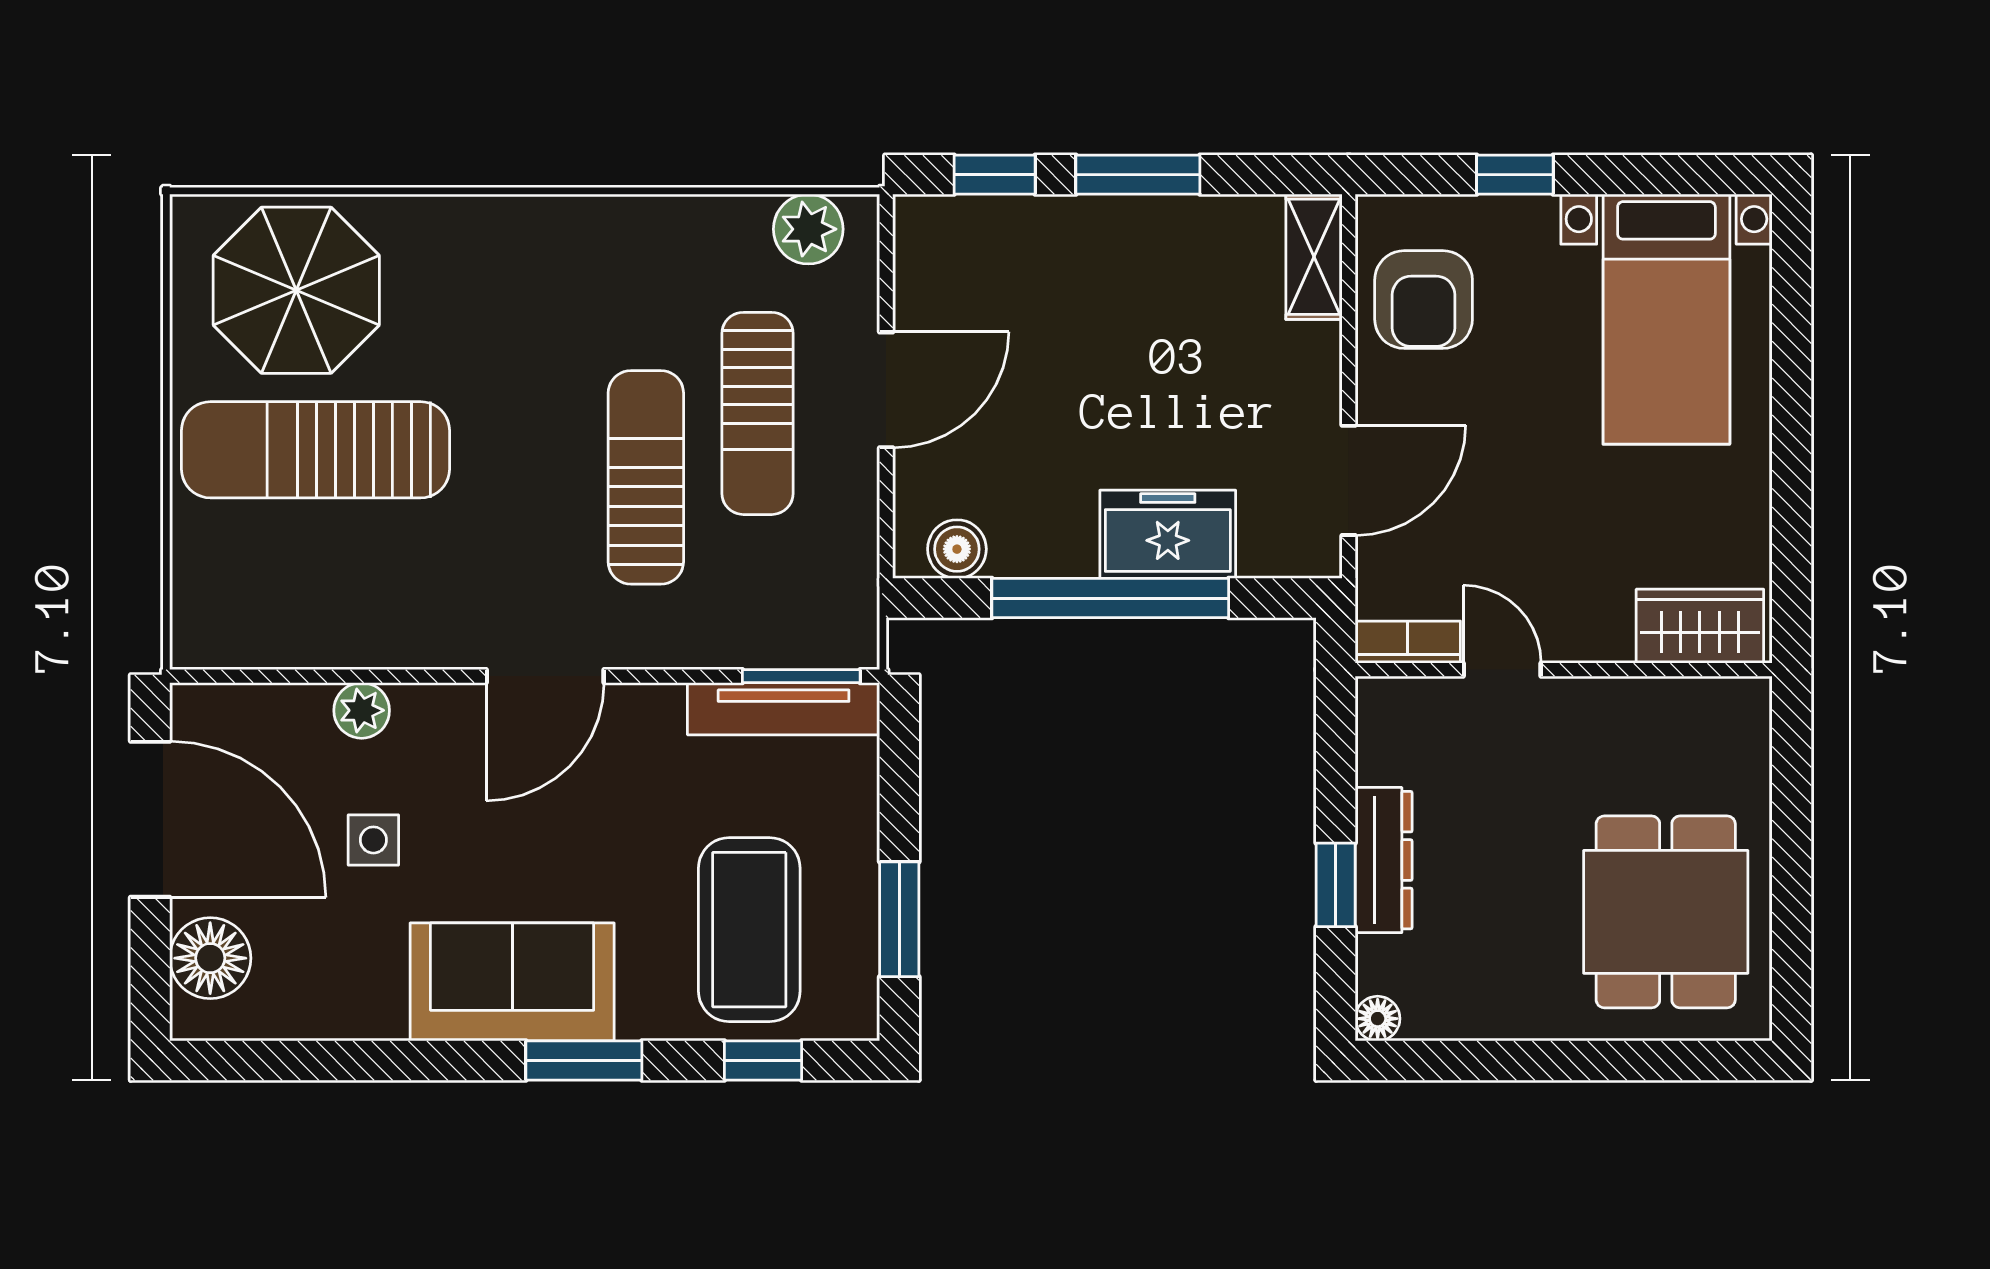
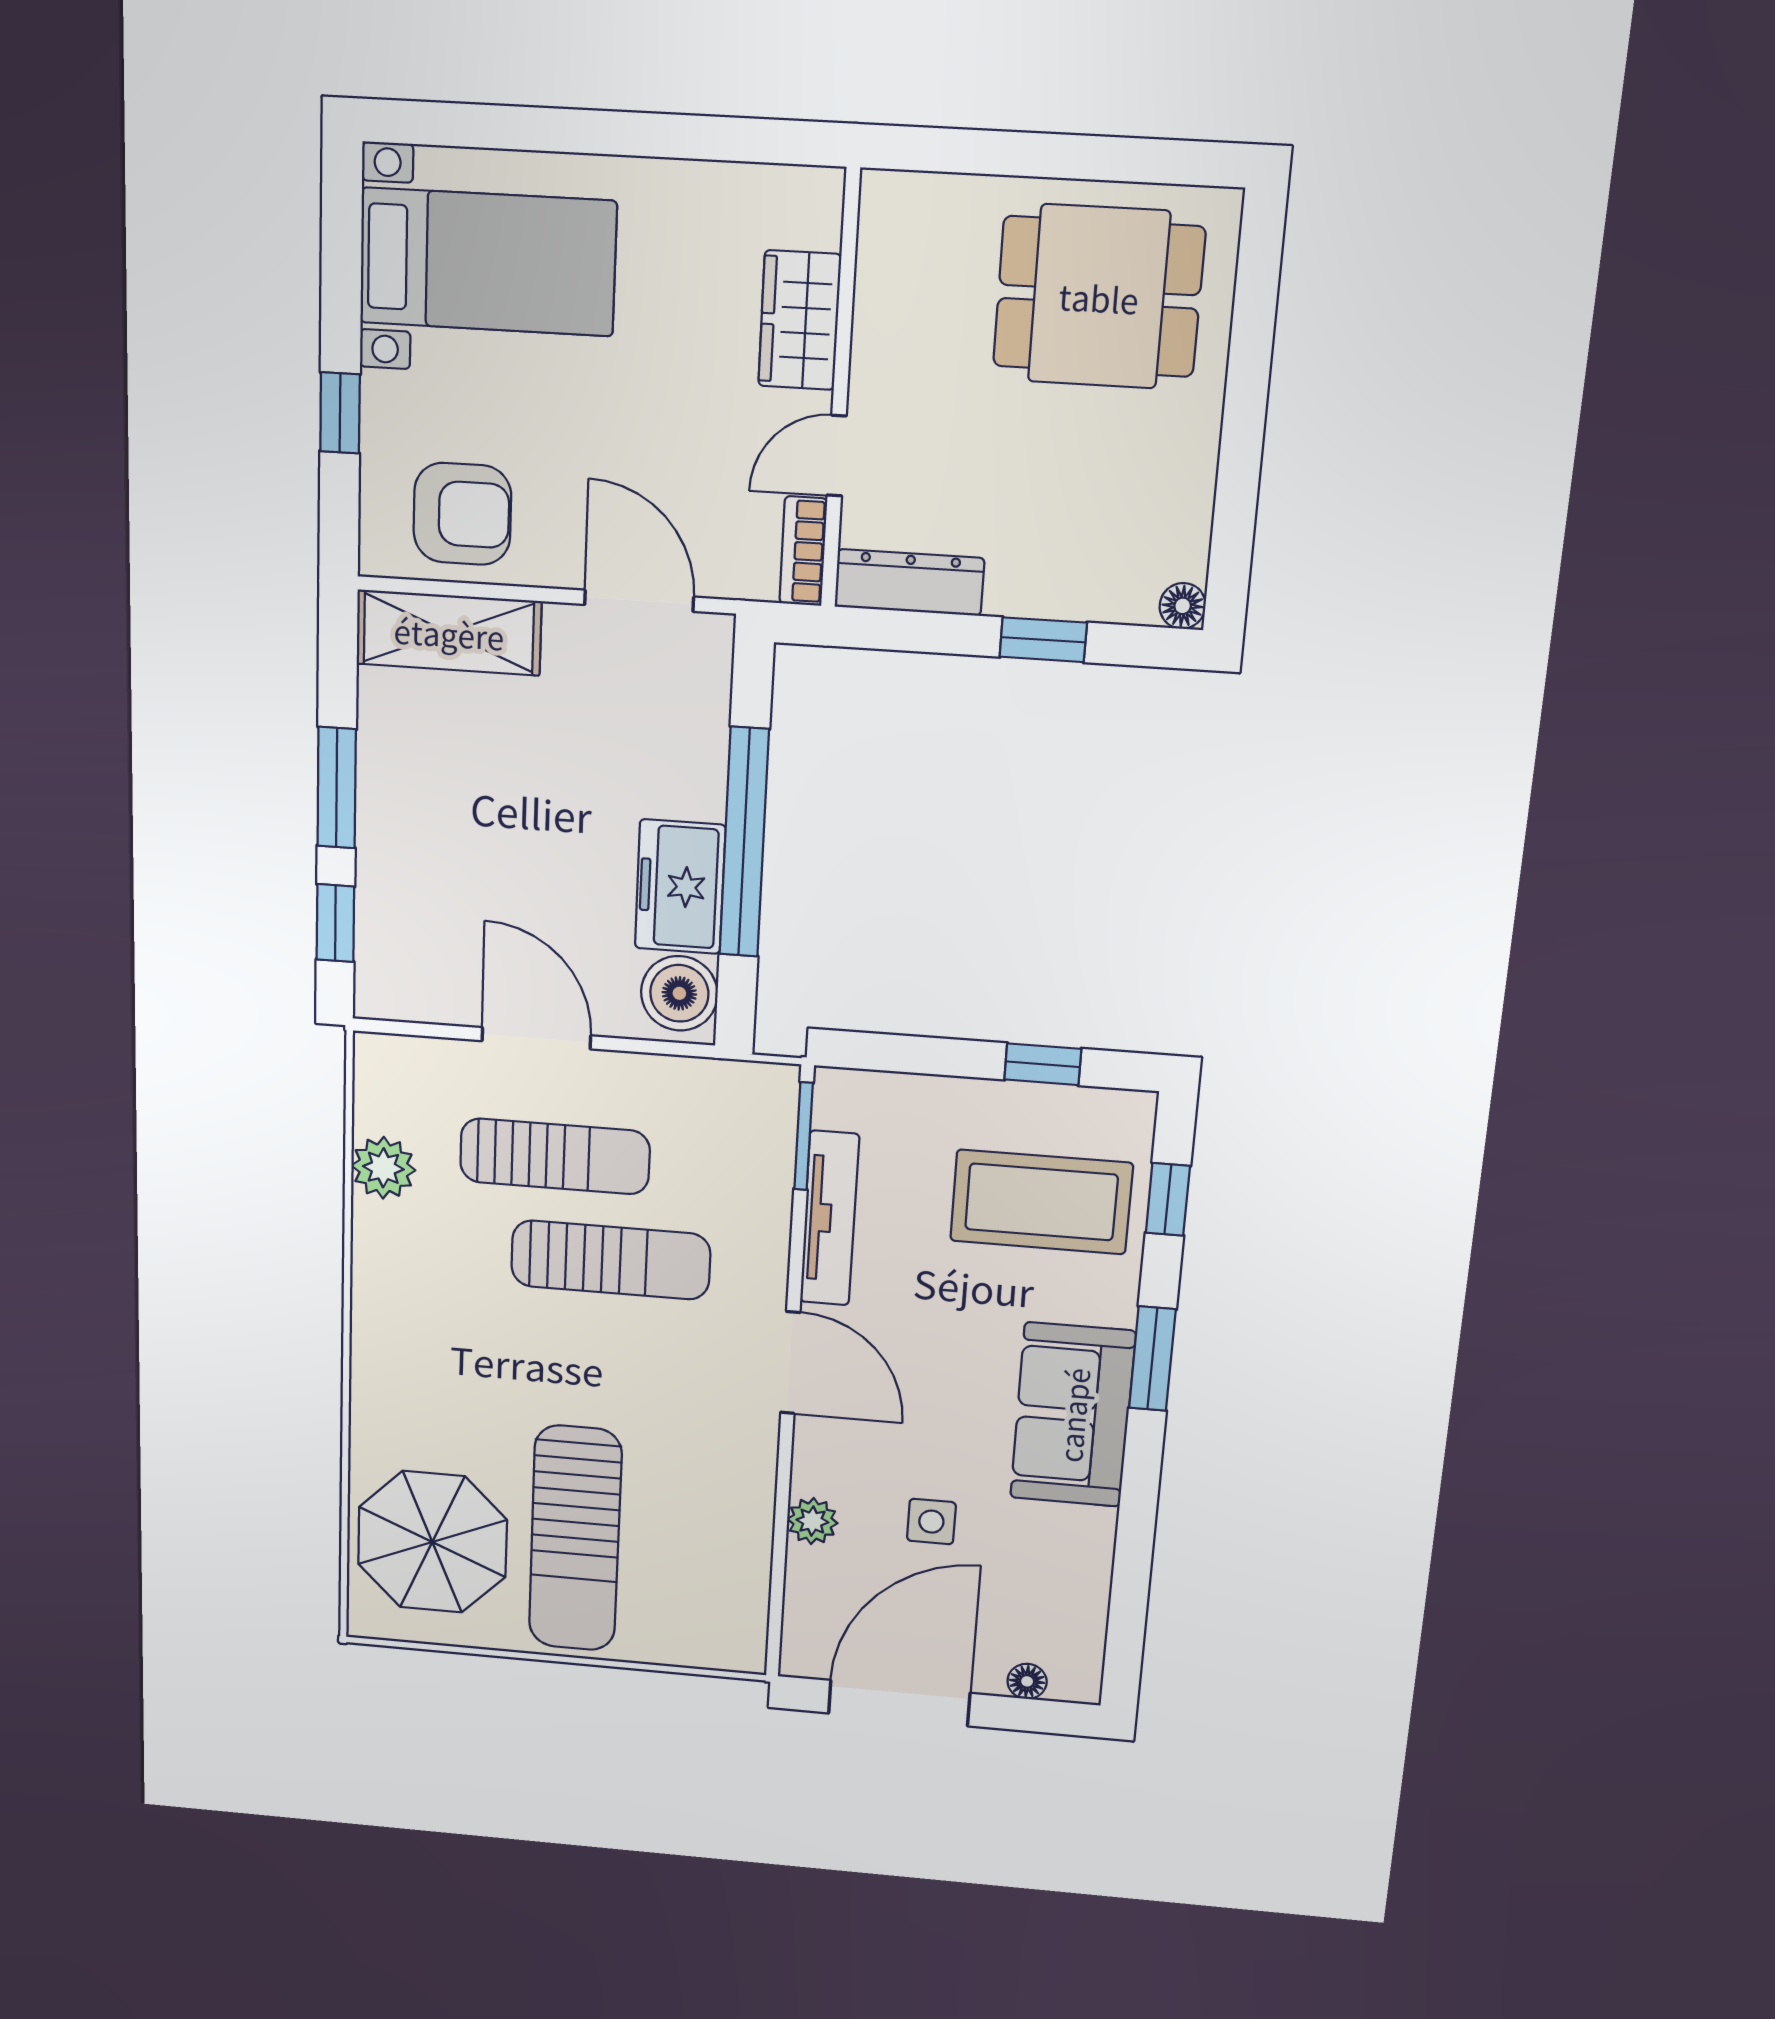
plant: (808, 229) -> (383, 1168), moved
shelving: (1314, 257) -> (449, 633), width x1.50, depth x1.33
sun lounger: (646, 477) -> (611, 1260), turned 180
freezer: (1168, 534) -> (680, 887), moved
boiler: (957, 549) -> (679, 993), width x1.36, depth x1.36
wardrobe: (1700, 626) -> (800, 320), moved
tv unit: (784, 709) -> (829, 1218), moved
dresser: (1384, 860) -> (909, 582), moved
window: (899, 919) -> (1043, 1064), width x0.67
floor lamp: (210, 958) -> (1027, 1681), width x0.53, depth x0.53

